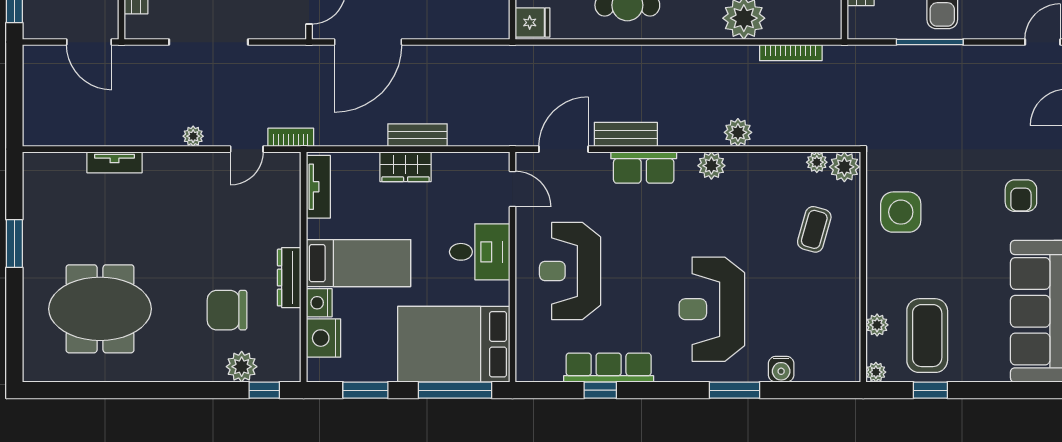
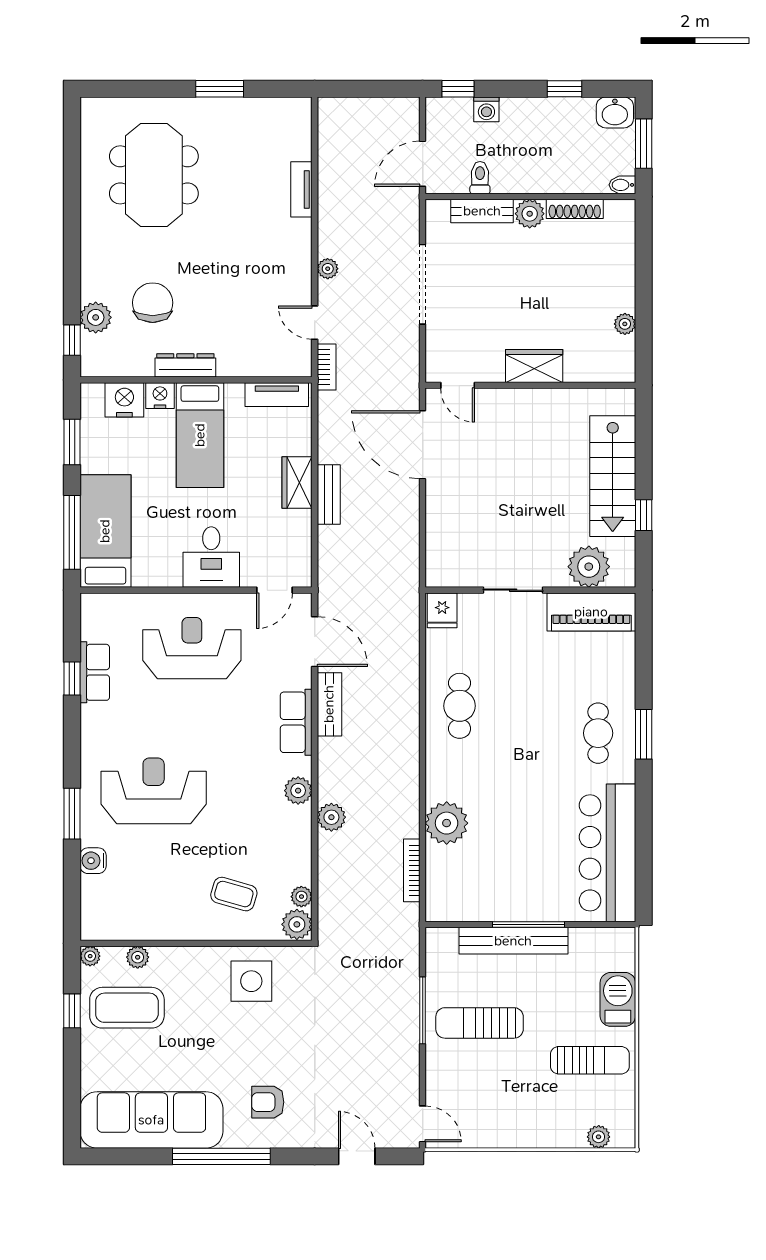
bed: (454, 344) -> (105, 531), width x0.67
row of seats: (609, 368) -> (95, 672), width x0.68

